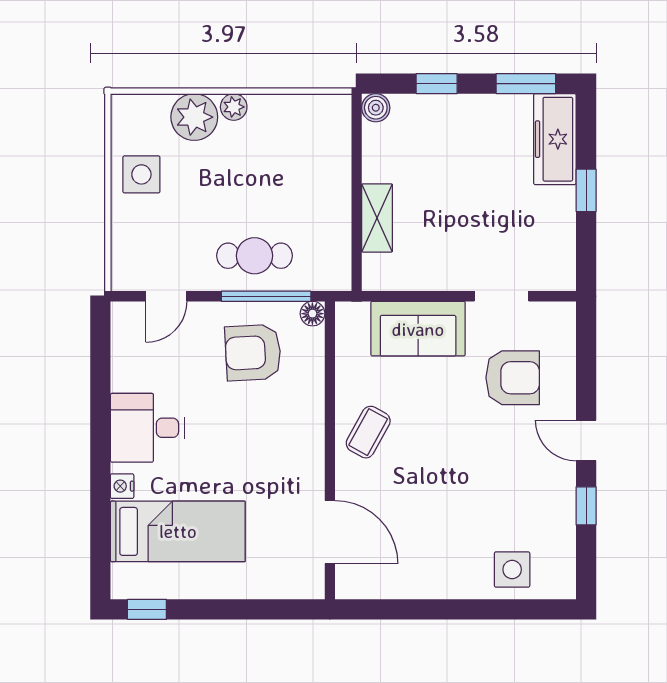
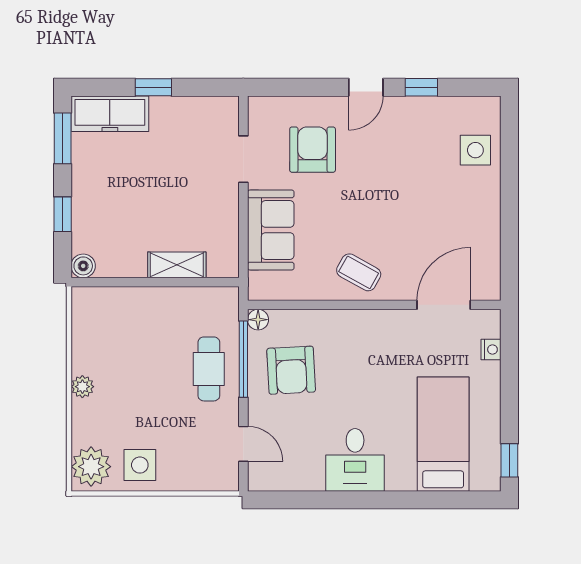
plant: (194, 117) -> (91, 467), moved
nightstand: (122, 486) -> (491, 349), moved, turned -90

